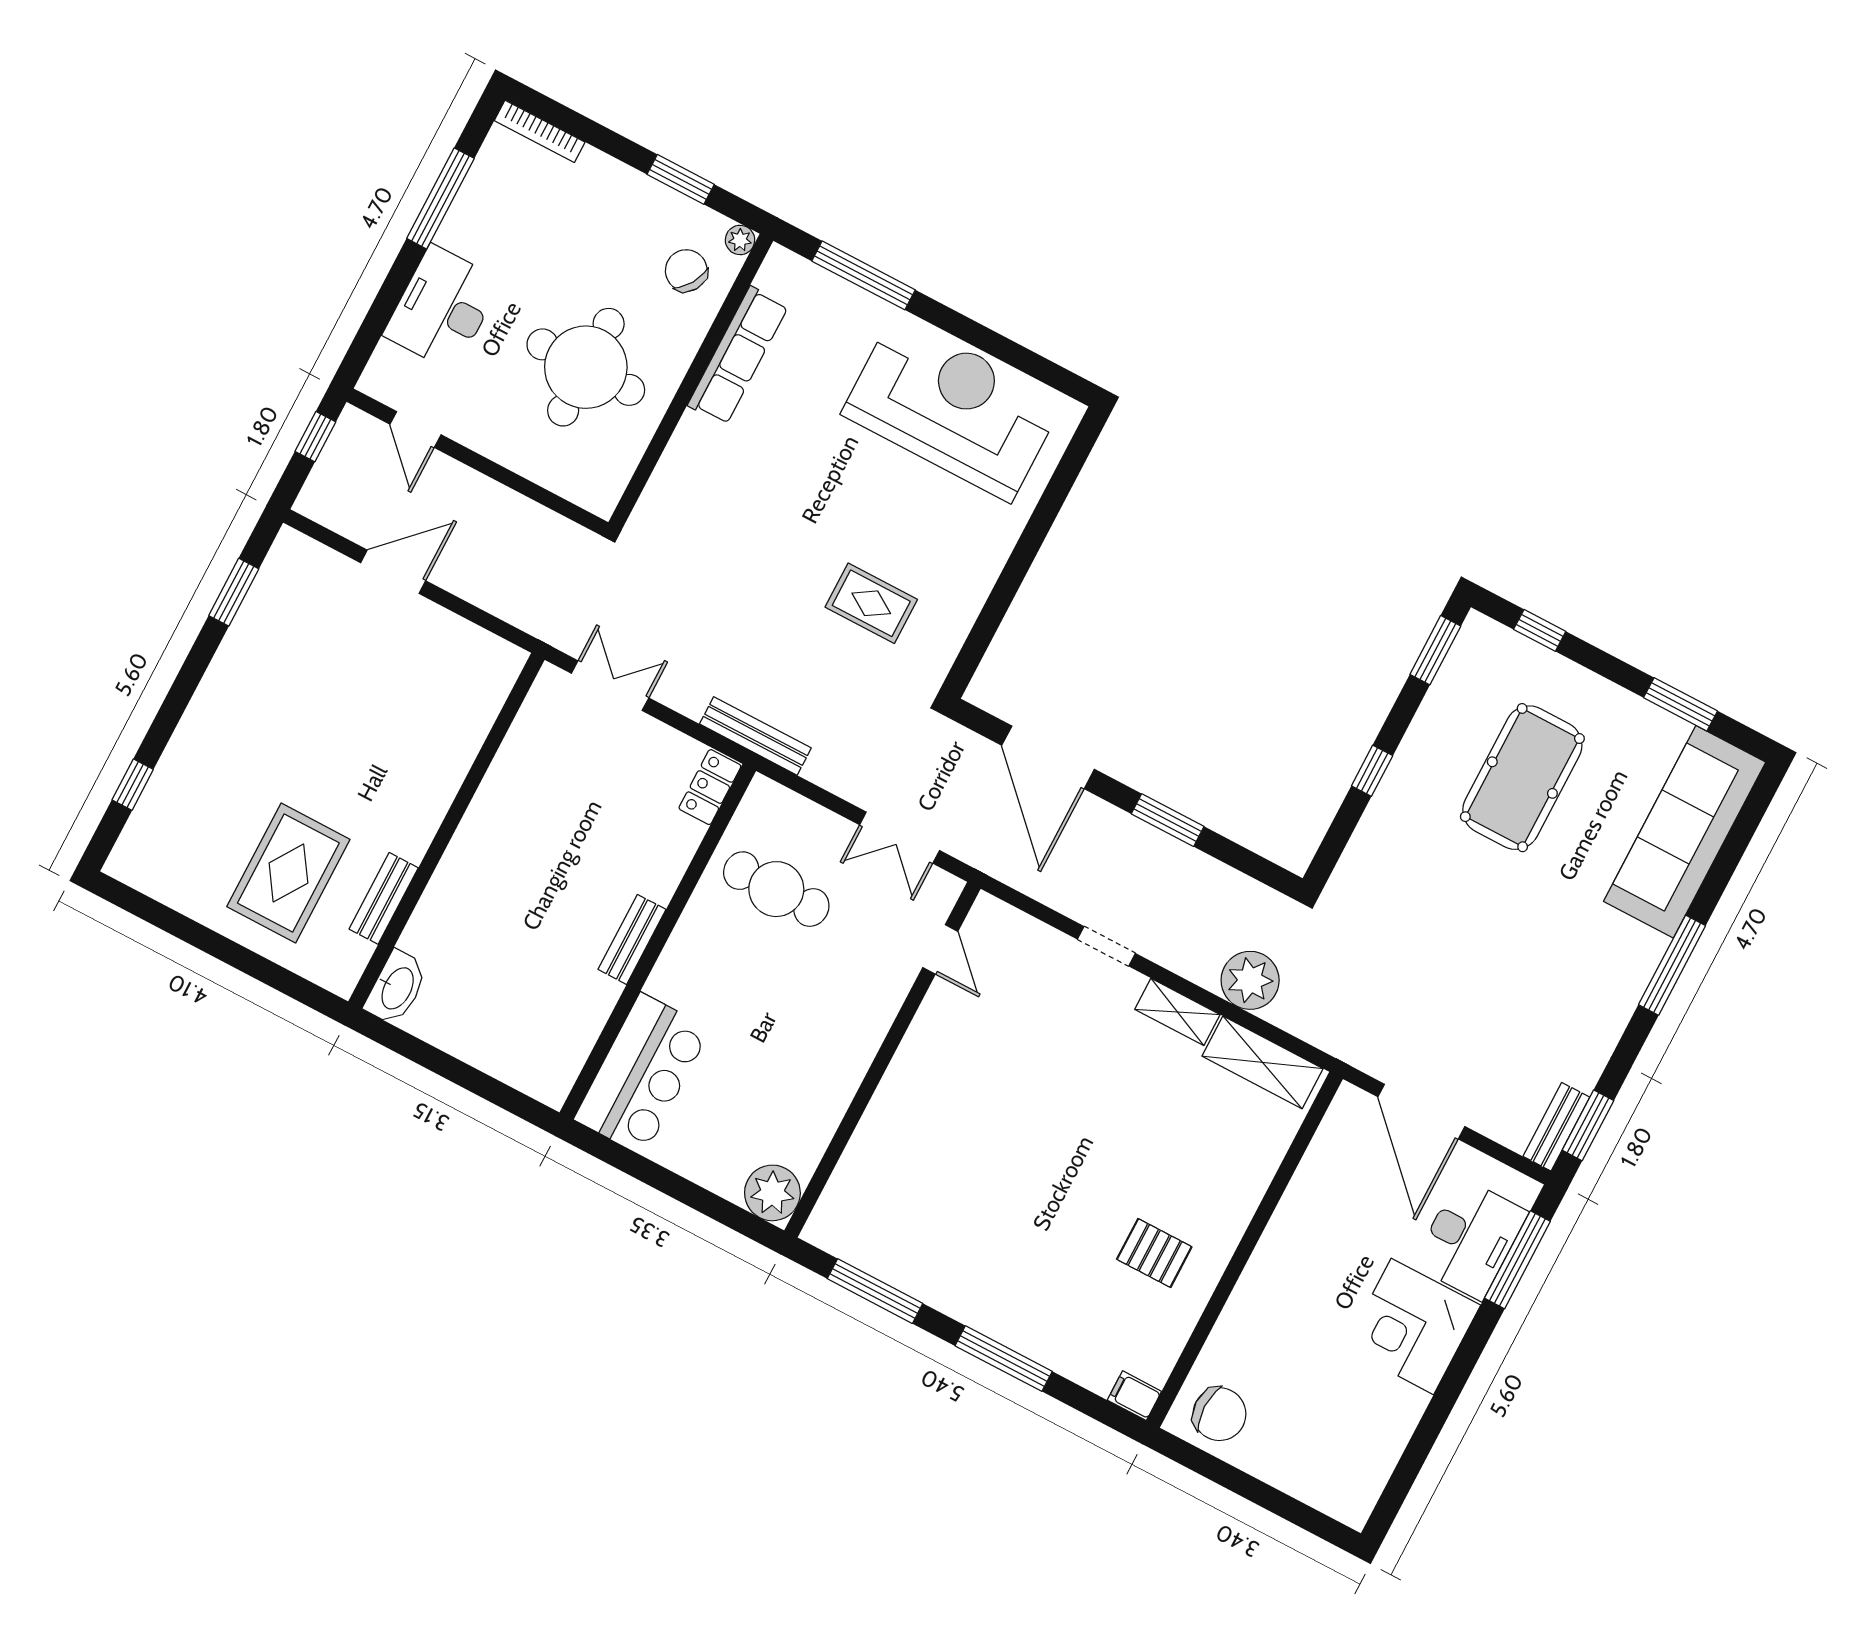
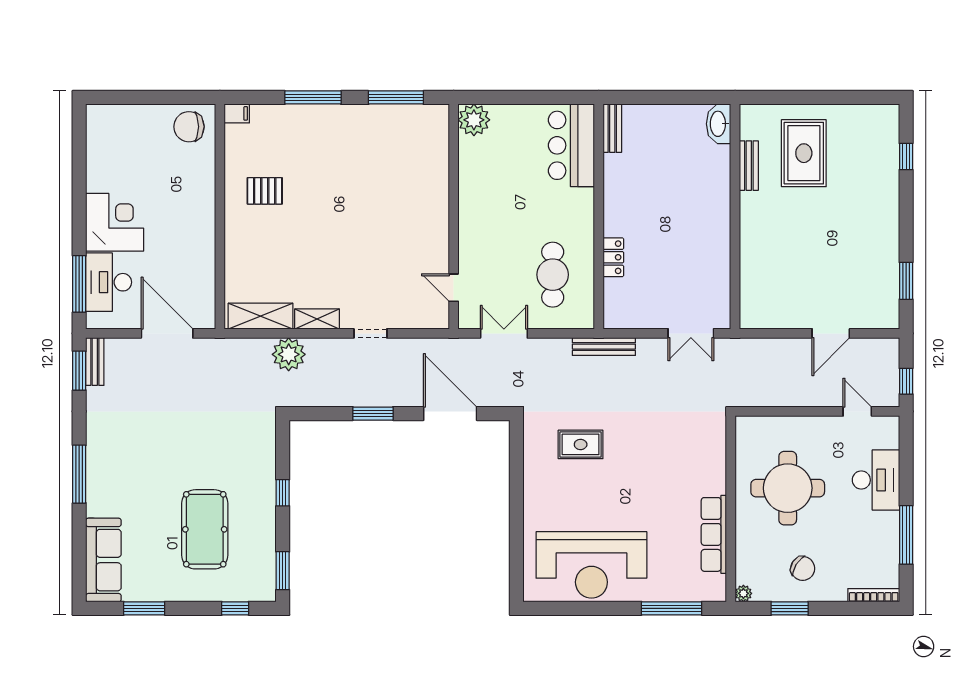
chair: (686, 271) -> (803, 568), moved
locker: (710, 787) -> (613, 257), moved
sofa: (1685, 832) -> (103, 560), width x0.74, depth x0.79
cafe table: (776, 889) -> (553, 275), turned 90
bench: (632, 939) -> (612, 128), moved

